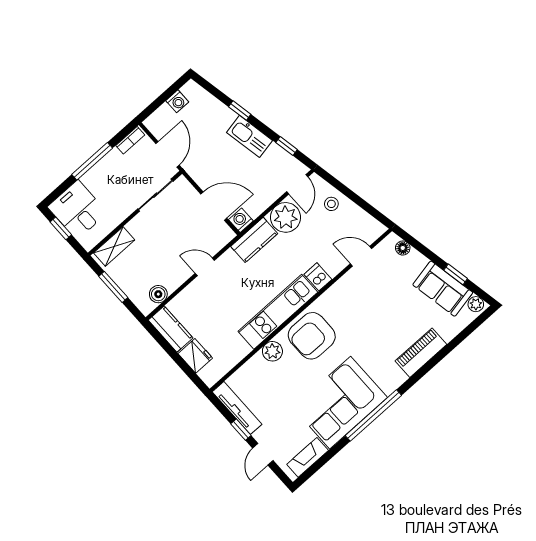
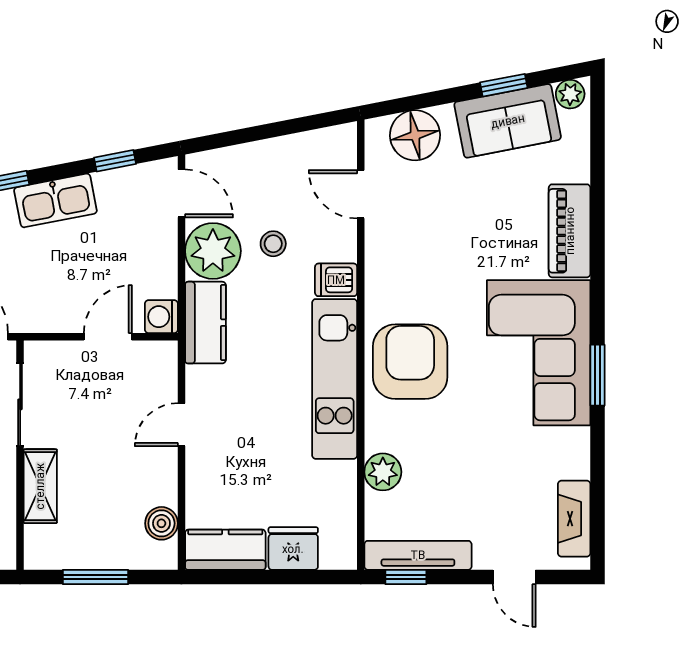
stool: (331, 204) -> (273, 244), moved
door: (214, 206) -> (108, 337), width x0.73
shelving: (114, 246) -> (40, 486), moved
floor lamp: (403, 248) -> (415, 135), width x1.89, depth x1.89
door: (361, 256) -> (361, 194), hinge flipped
armchair: (312, 336) -> (410, 362), turned 180
plant: (272, 351) -> (383, 472), moved
corner sofa: (340, 403) -> (539, 353), moved
window: (373, 415) -> (597, 375), width x0.47
window: (241, 430) -> (406, 577), moved

